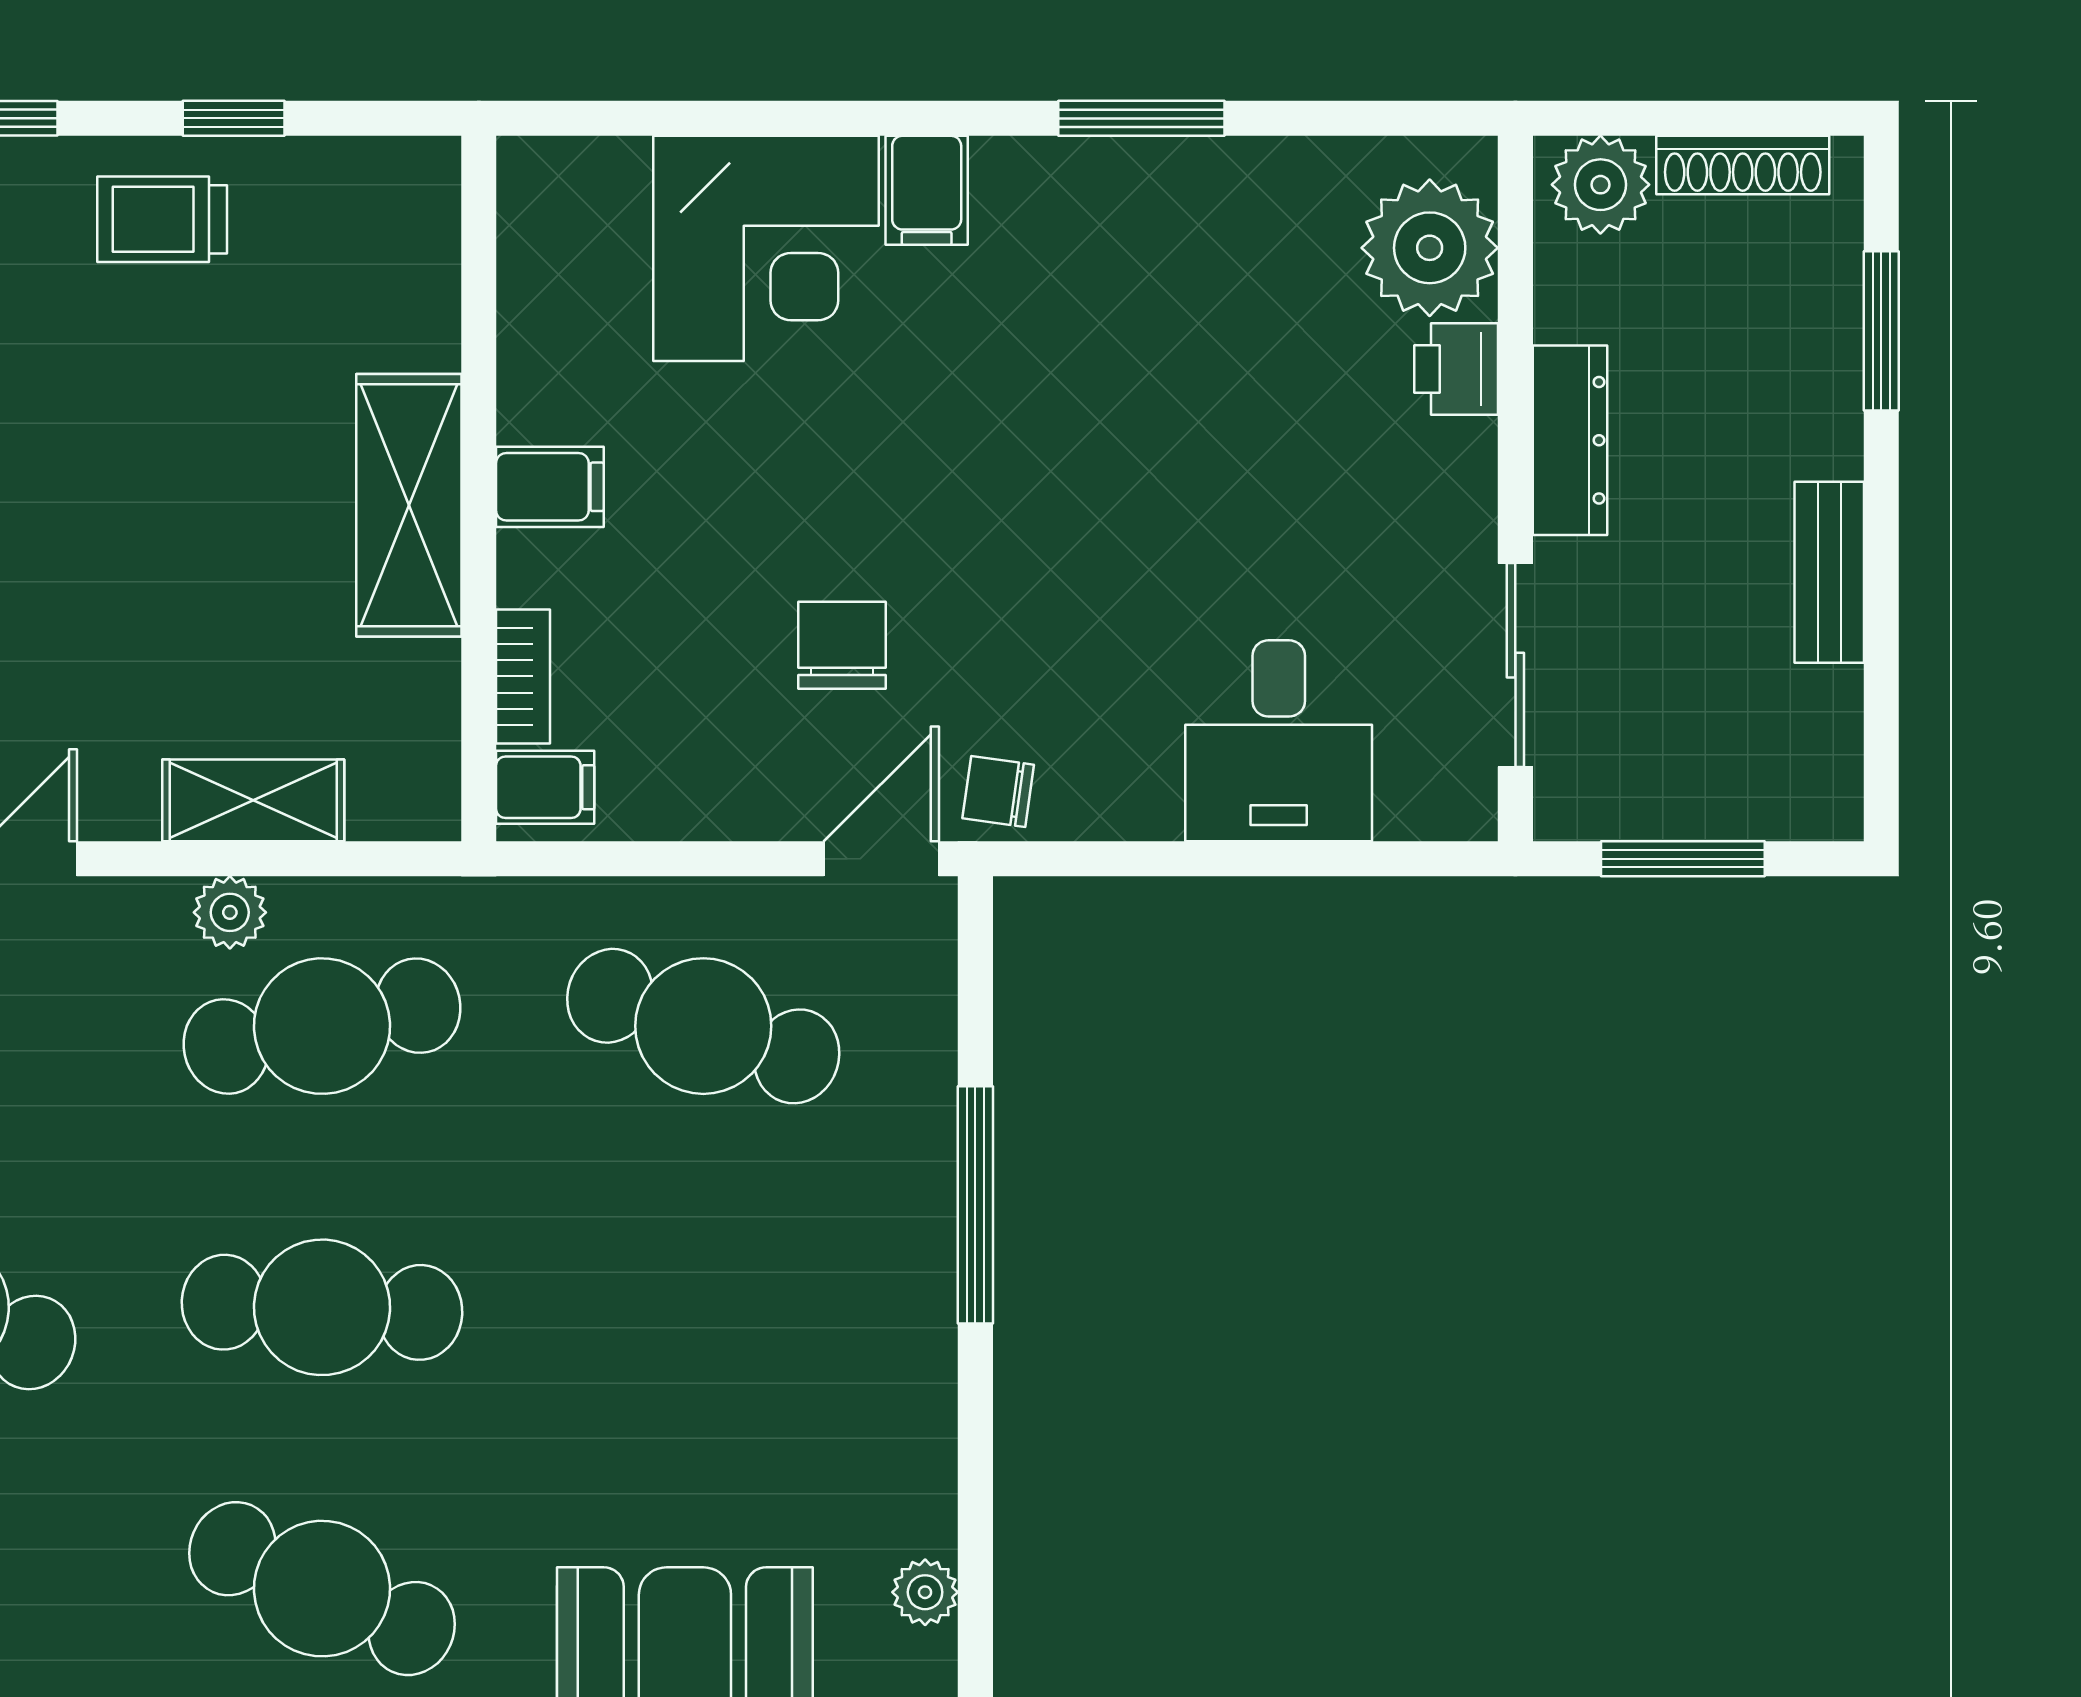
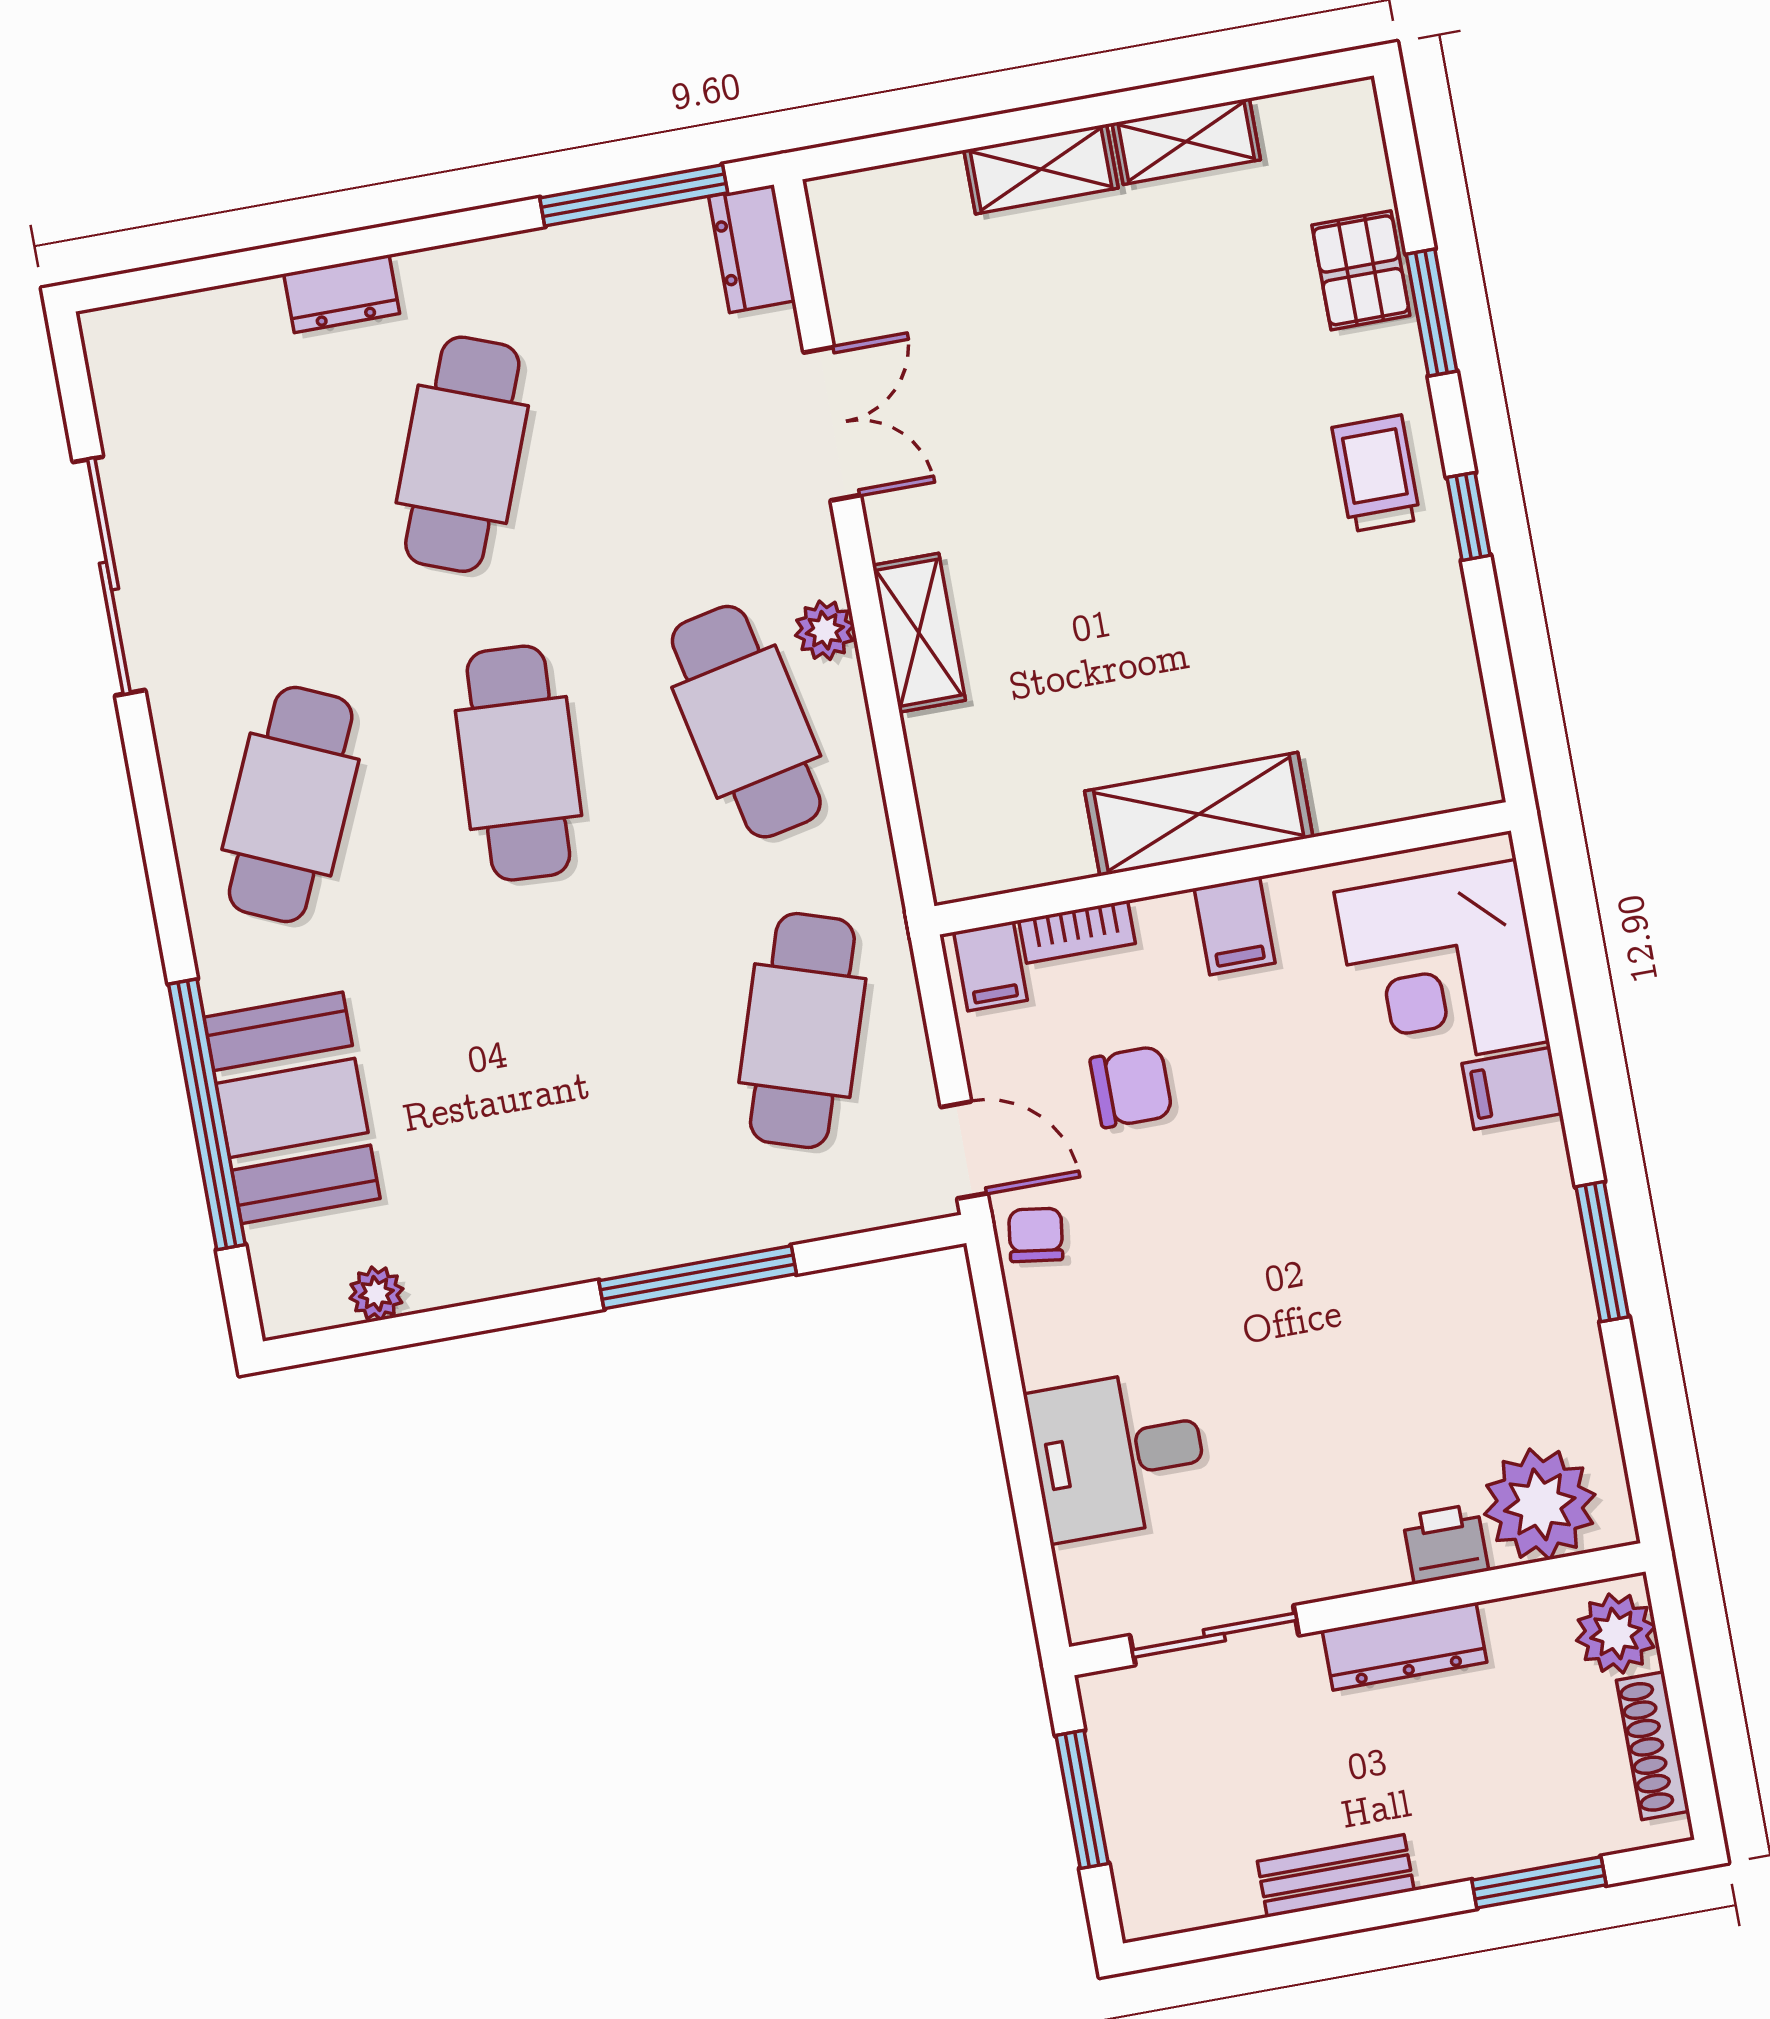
filing cabinet: (550, 487) -> (1235, 926), moved
wall: (479, 489) -> (1223, 868), moved
shelving: (409, 505) -> (1199, 814), moved
bookcase: (523, 676) -> (1077, 932), moved
filing cabinet: (545, 787) -> (990, 966), moved

